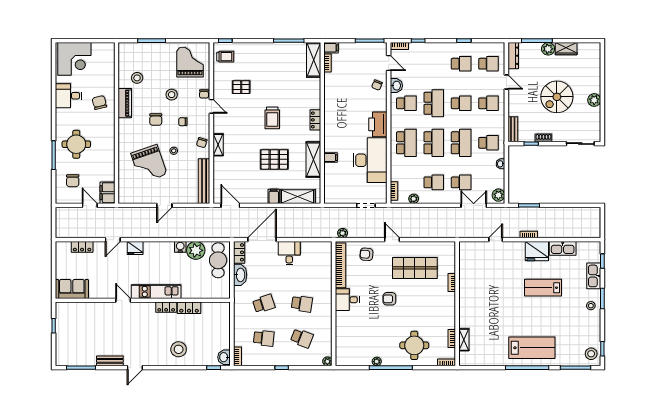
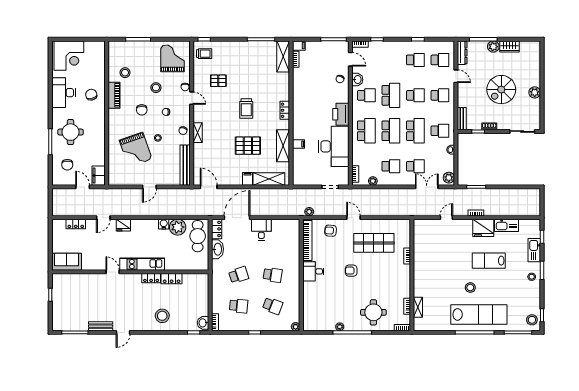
desk: (68, 96) -> (63, 93), width x1.37
stool: (522, 318) -> (470, 288), added
lab bench: (532, 348) -> (479, 314), width x1.36

